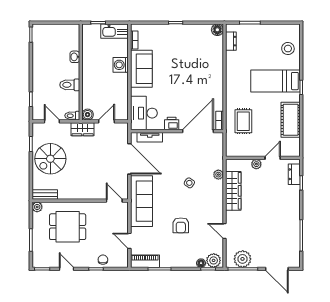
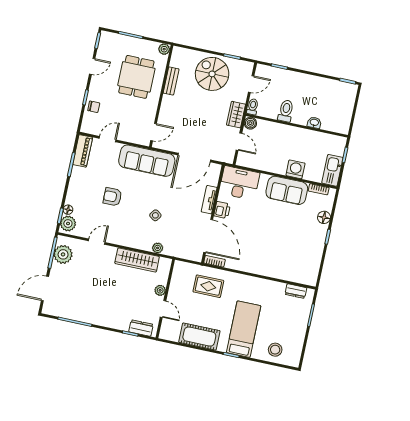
floor lamp: (217, 30) -> (324, 217), moved
tv unit: (150, 137) -> (209, 200), moved
bench: (45, 195) -> (171, 81), moved

